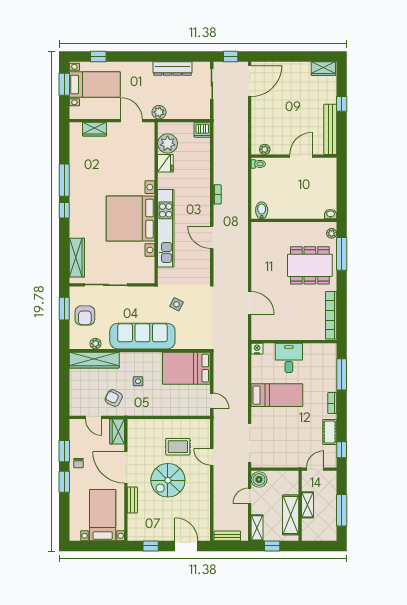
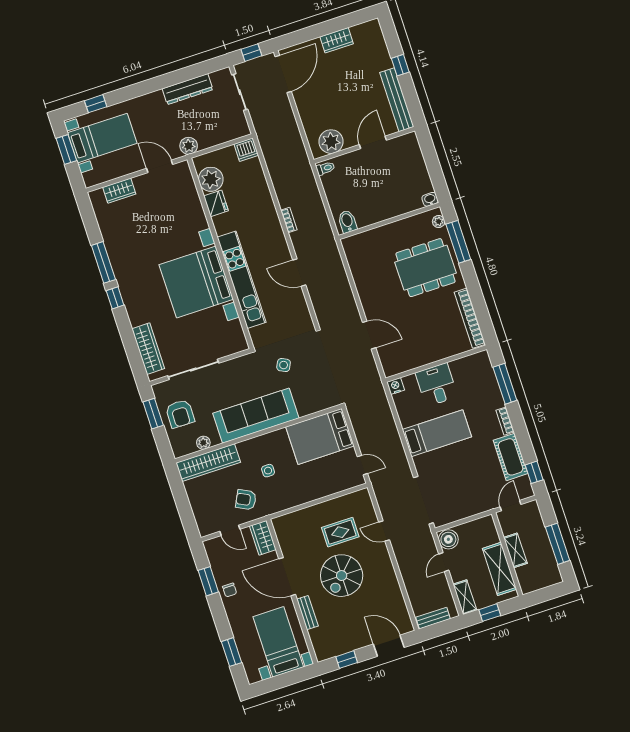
wardrobe: (323, 69) -> (337, 40), moved
plant: (265, 149) -> (331, 142), width x1.87, depth x1.87
cot: (330, 432) -> (511, 457), width x1.37, depth x1.34
window: (64, 482) -> (232, 652), moved

